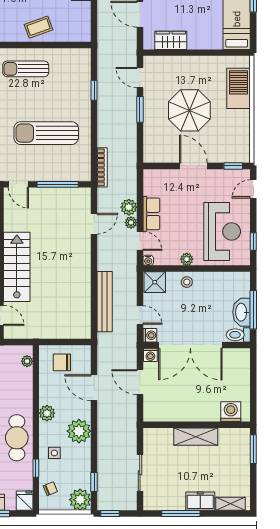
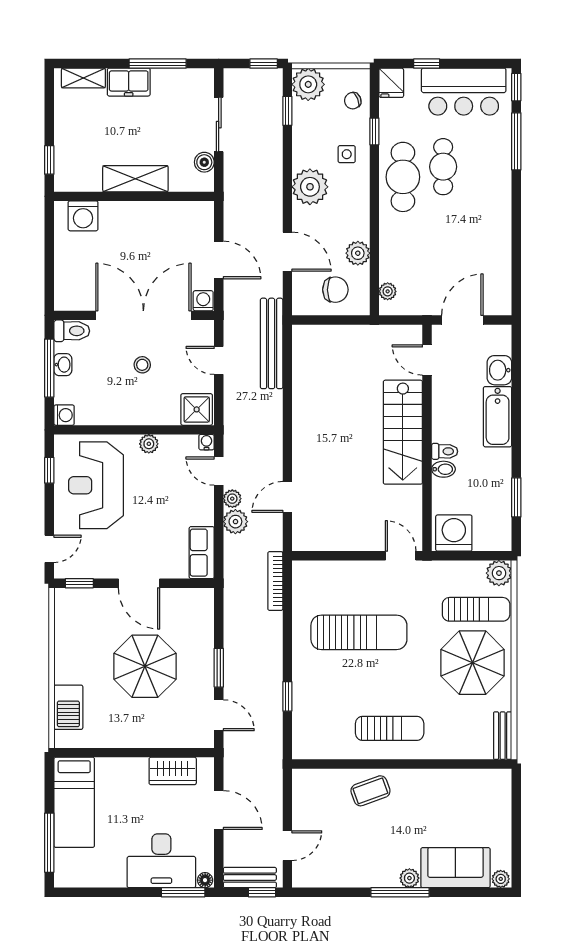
barbecue: (239, 88) -> (68, 707), width x0.73, depth x0.83
window: (58, 184) -> (342, 556), removed
row of seats: (151, 214) -> (202, 553), moved
stool: (187, 282) -> (142, 365), moved
bench: (105, 302) -> (272, 343), moved
washbasin: (242, 312) -> (63, 365), width x0.52, depth x0.69
washing machine: (150, 335) -> (64, 415), moved, turned 180
plant: (47, 413) -> (358, 253), moved
boiler: (150, 448) -> (204, 162), added
window: (253, 449) -> (49, 160), width x0.67

